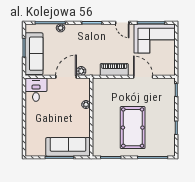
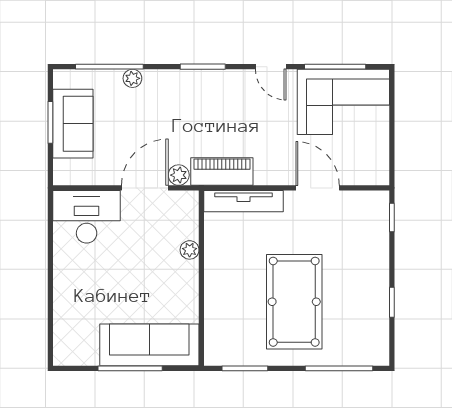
sofa: (34, 54) -> (73, 124), width x0.73
piano: (114, 69) -> (222, 172), moved
tv unit: (110, 83) -> (243, 201), added
desk: (36, 90) -> (87, 217), width x1.37

